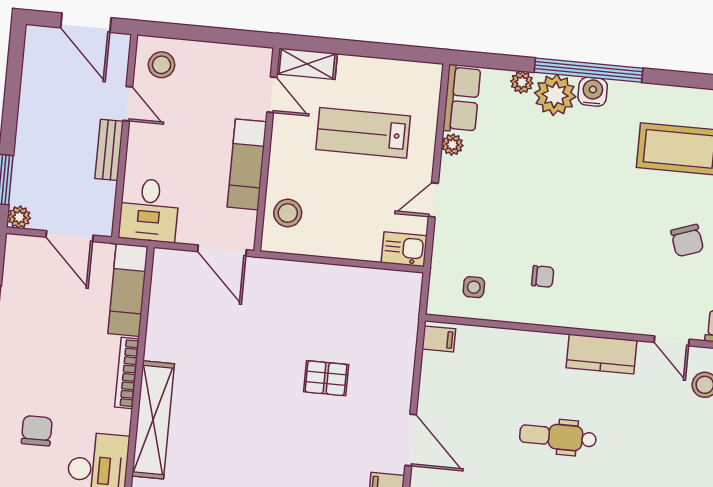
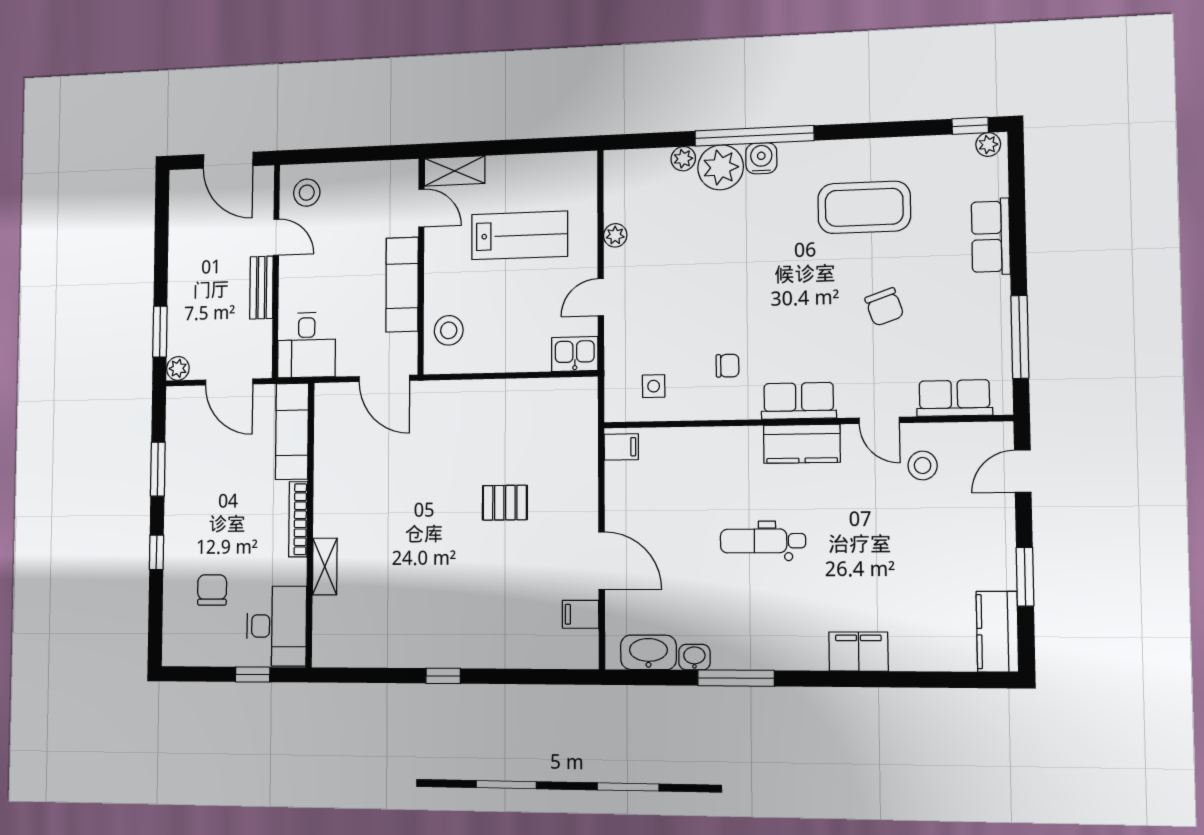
row of seats: (462, 99) -> (799, 401), moved, turned -90
lab bench: (363, 133) -> (520, 235), turned 180
shelving: (153, 420) -> (325, 566), width x0.45, depth x0.75

